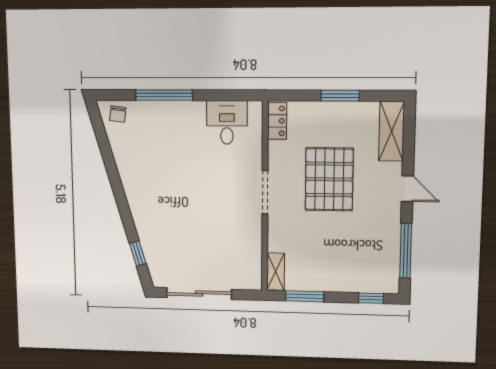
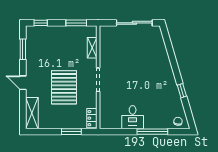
window: (340, 96) -> (71, 132), moved
desk: (227, 122) -> (133, 117), moved
window: (406, 251) -> (23, 49), width x0.69
window: (138, 254) -> (182, 91), moved
shelving: (276, 272) -> (92, 48), moved

